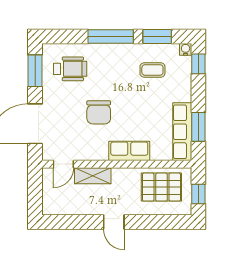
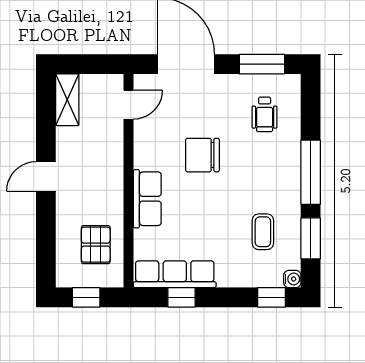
wheelchair: (70, 69) -> (265, 114), width x0.73, depth x0.73
window: (198, 127) -> (182, 297), width x0.67
door: (63, 164) -> (129, 105), swing flipped
shelving: (93, 176) -> (67, 100), moved
pallet: (161, 187) -> (96, 245), width x0.67, depth x0.71

